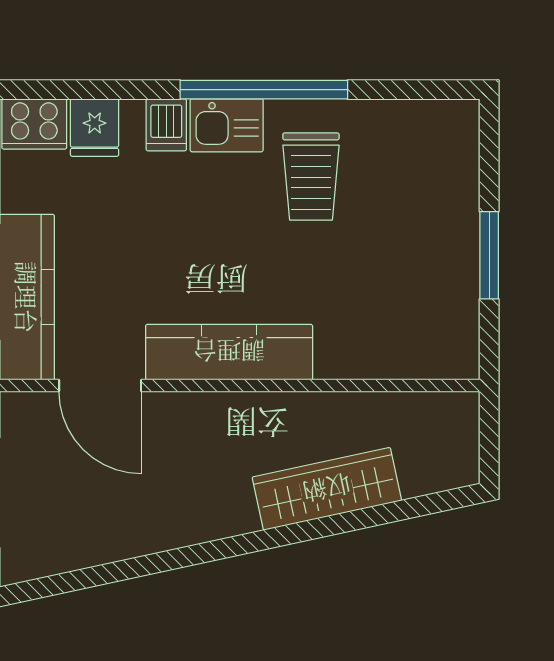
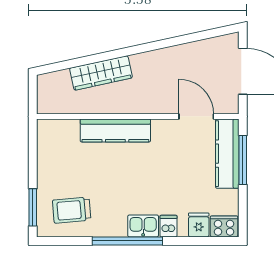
trolley: (311, 176) -> (72, 210), moved, turned -95
window: (489, 255) -> (33, 207), moved
kitchen counter: (229, 352) -> (115, 130), moved

